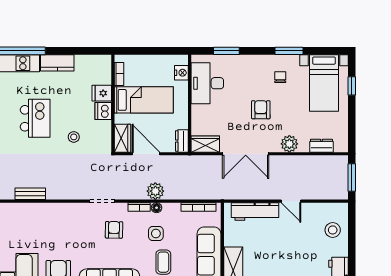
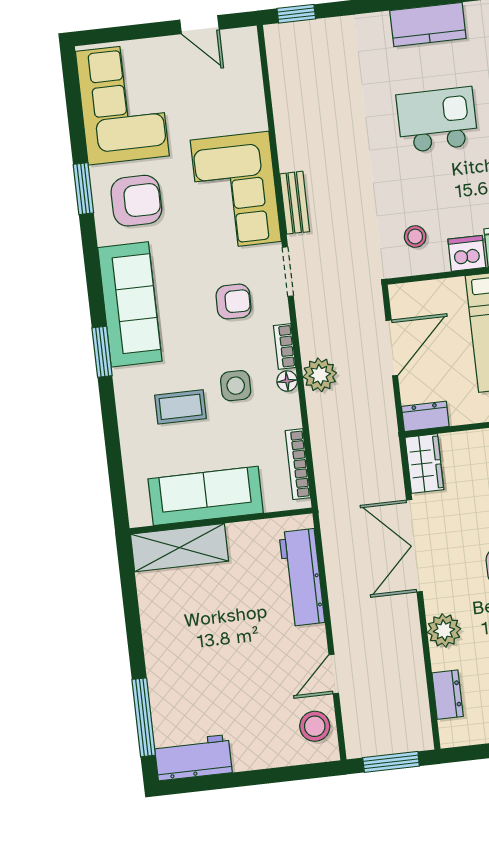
kitchen island: (35, 118) -> (437, 120), turned 180
stool: (74, 137) -> (415, 237), moved
wardrobe: (122, 138) -> (417, 298), removed
bench: (30, 194) -> (295, 203), moved
door: (291, 201) -> (334, 674), moved
corner sofa: (59, 222) -> (236, 191), added
stool: (333, 230) -> (315, 726), moved

